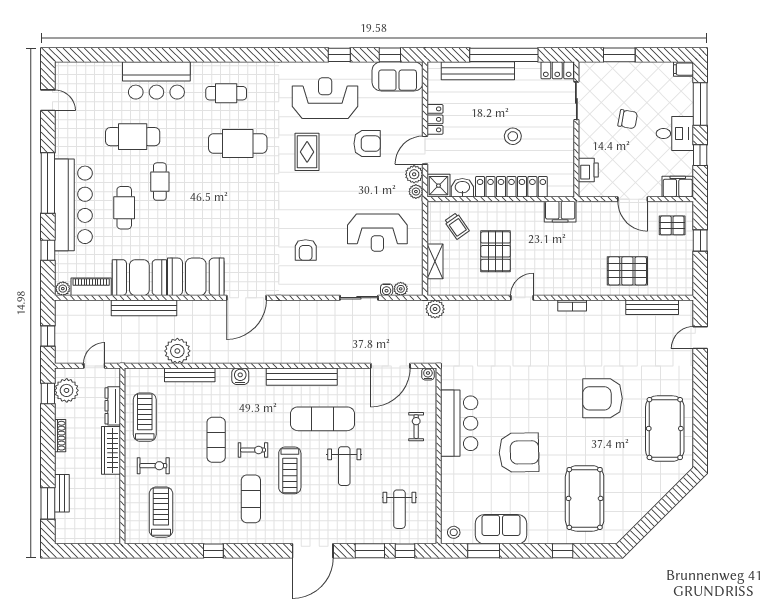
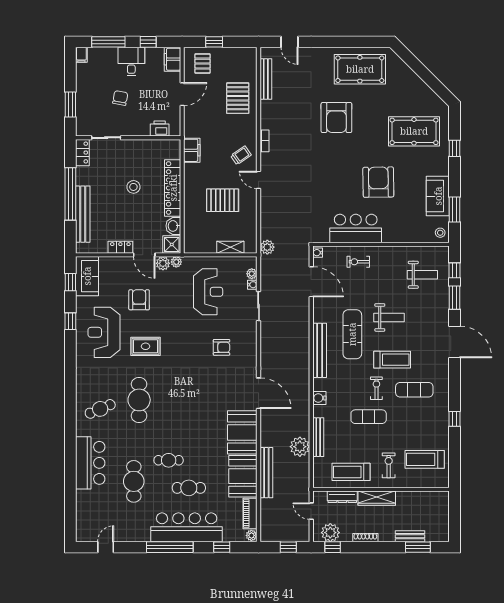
cafe table: (226, 93) -> (100, 409), turned 67
trolley: (457, 226) -> (241, 155), moved

